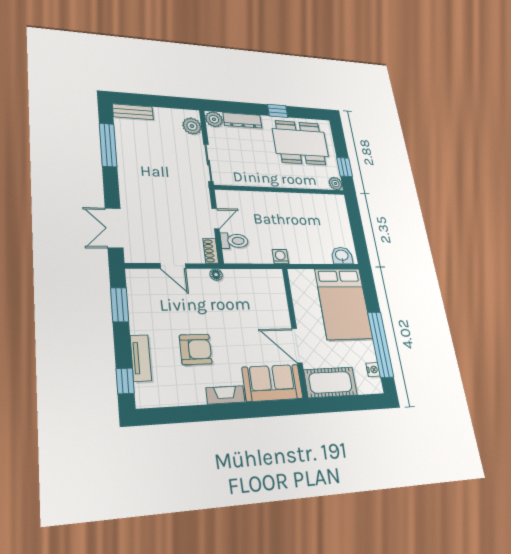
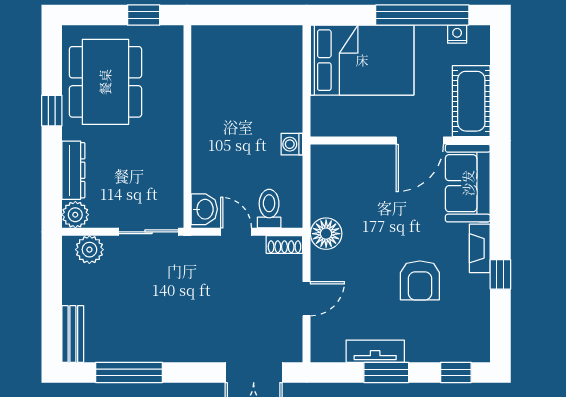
plant: (335, 184) -> (173, 36), removed
washbasin: (342, 256) -> (204, 209), moved, turned 180
floor lamp: (216, 275) -> (326, 234), width x1.89, depth x1.89
window: (120, 305) -> (386, 372), moved
armchair: (196, 349) -> (420, 280), turned 180
tv unit: (141, 358) -> (375, 351), moved
window: (207, 413) -> (500, 274), added

